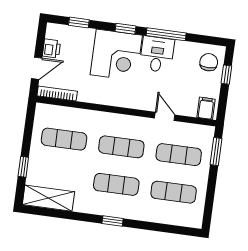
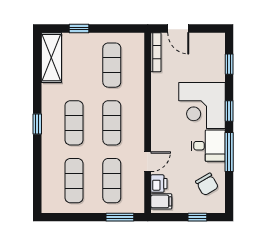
printer: (52, 48) -> (159, 184), moved, turned -90
chair: (209, 62) -> (207, 184), moved, turned 60

